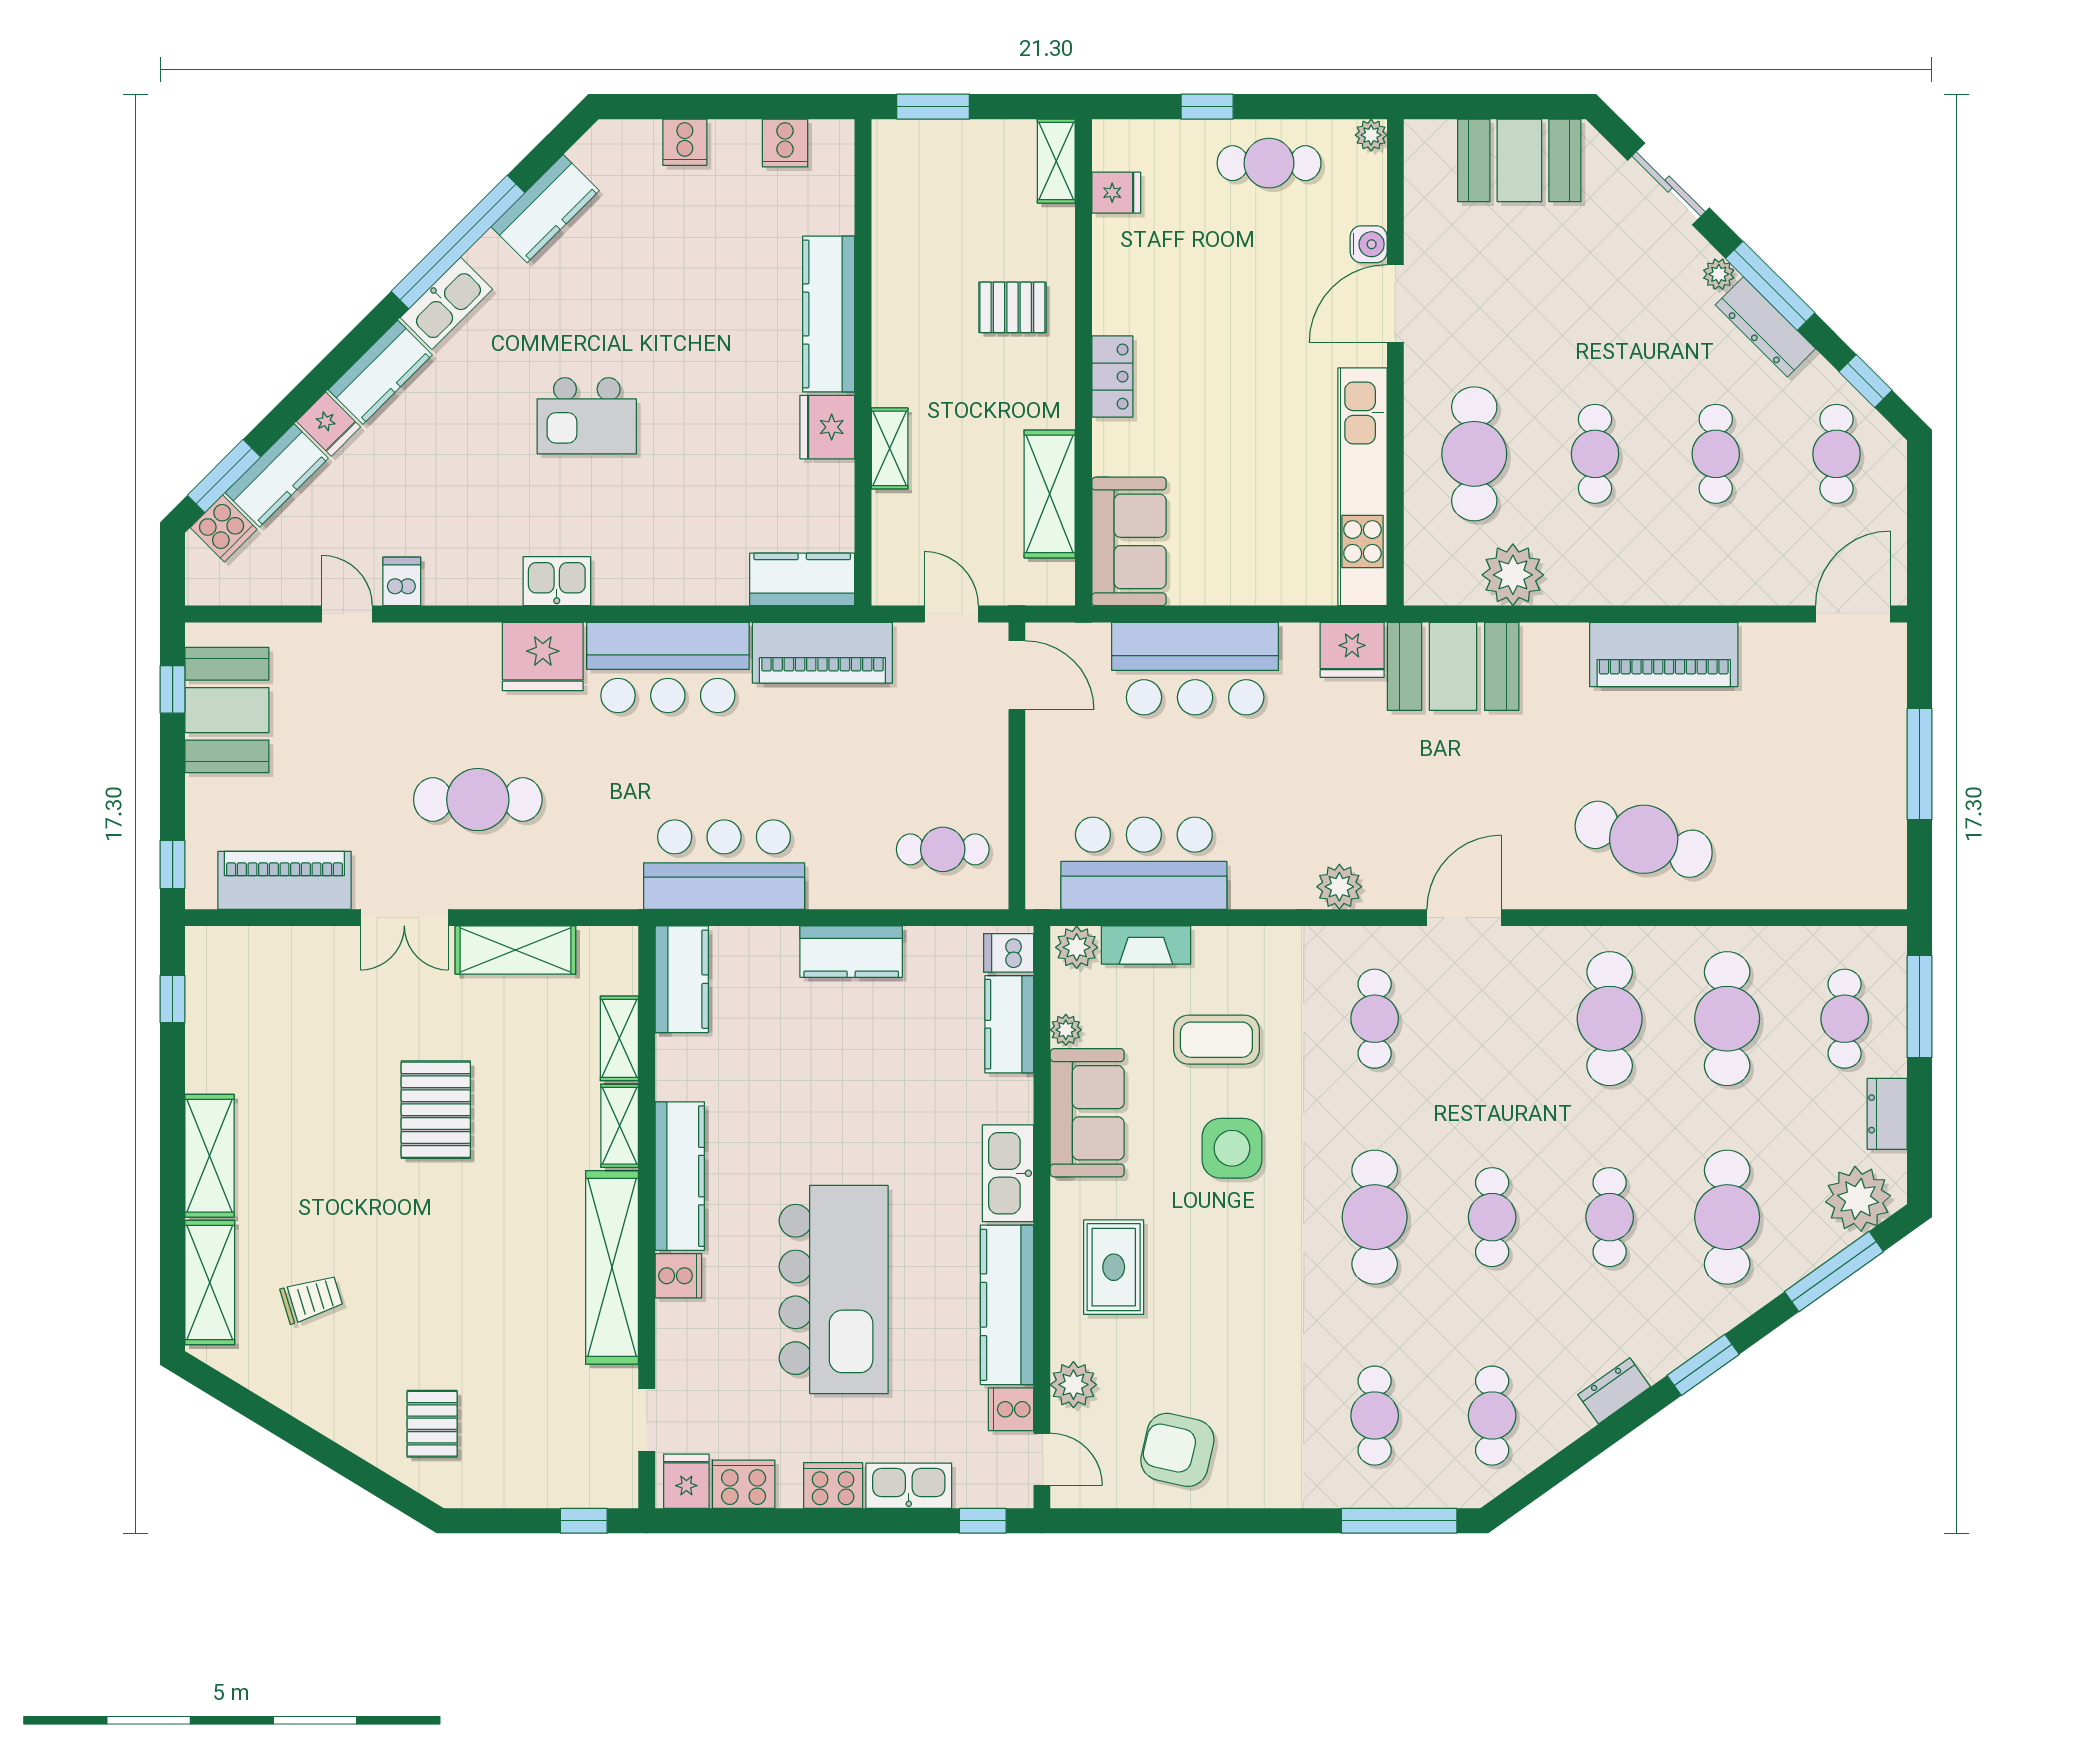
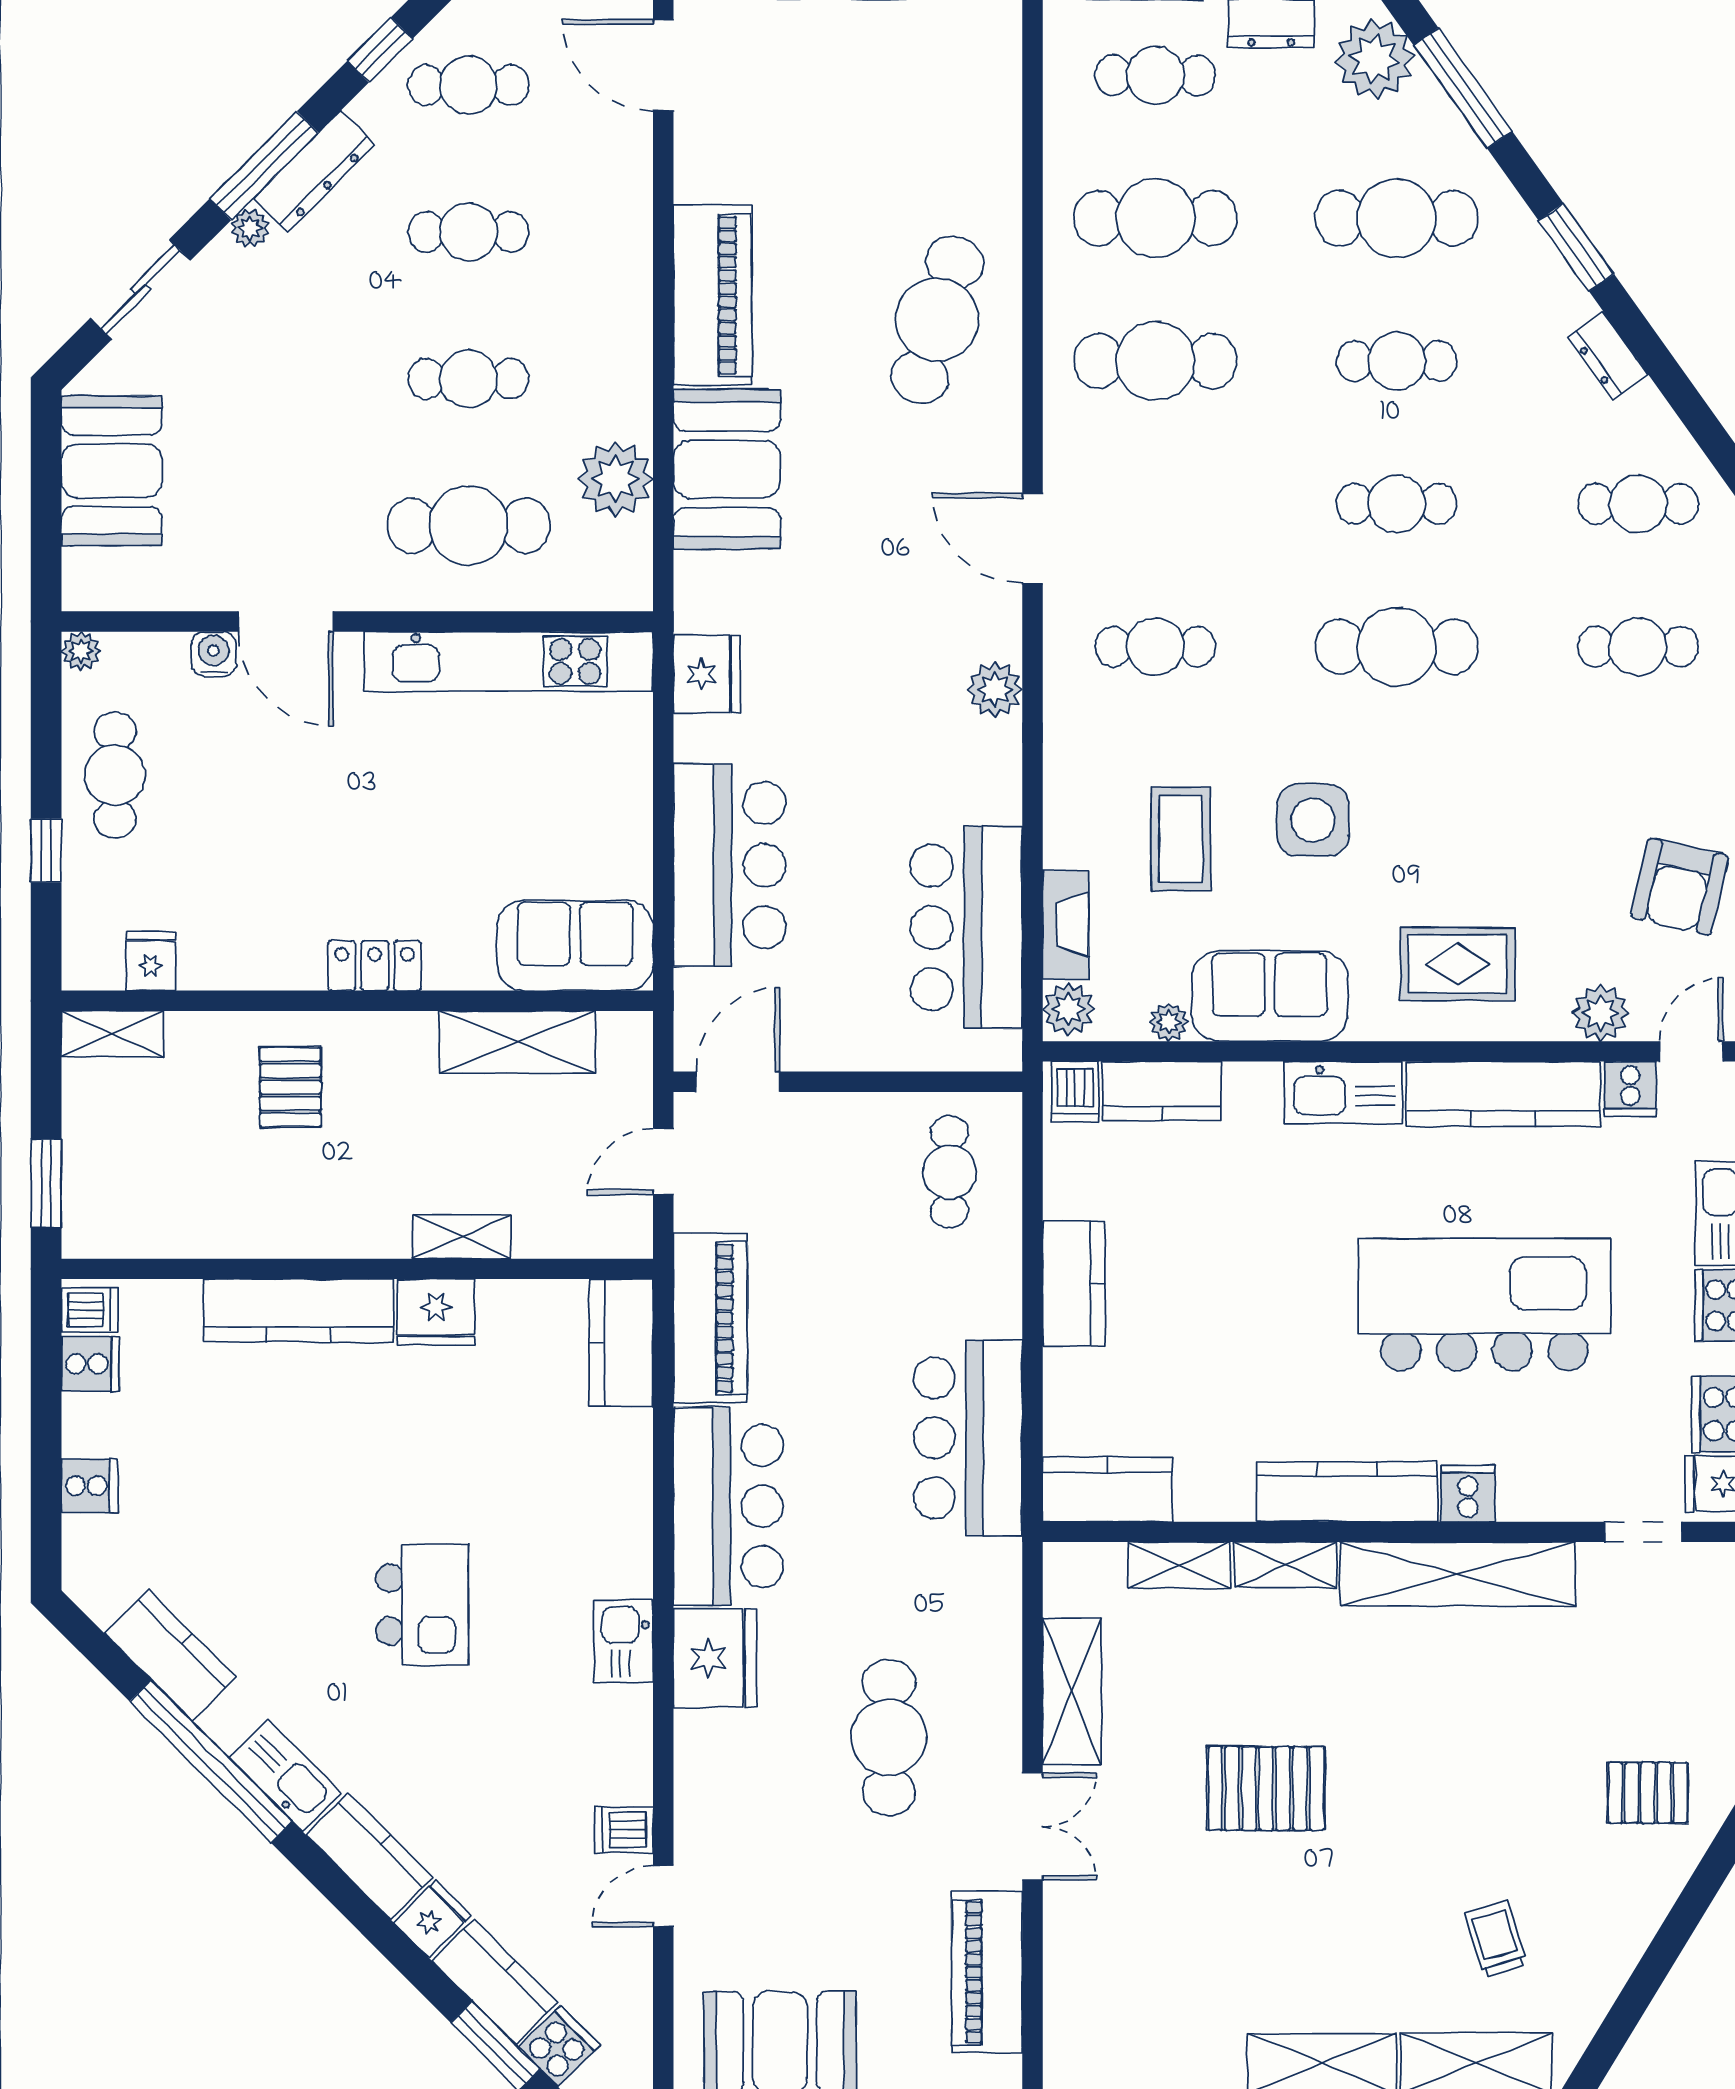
dishwasher: (829, 142) -> (90, 1310), added
booth: (1453, 666) -> (727, 469), moved

